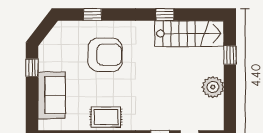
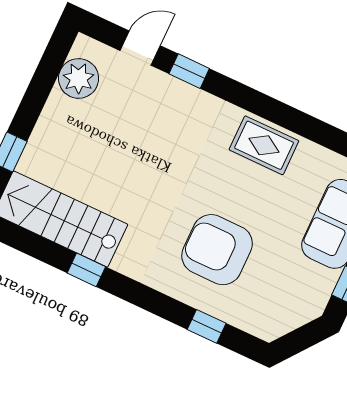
plant: (213, 87) -> (79, 78), moved

